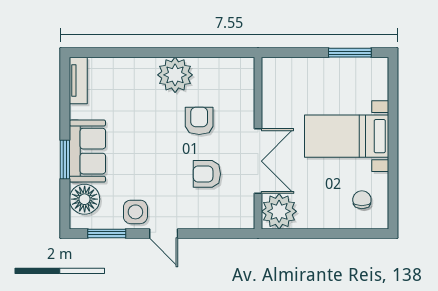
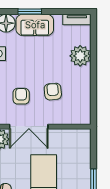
plant: (175, 75) -> (80, 56), moved
armchair: (199, 121) -> (53, 92), turned -95

